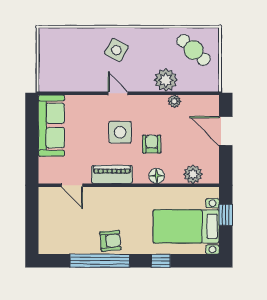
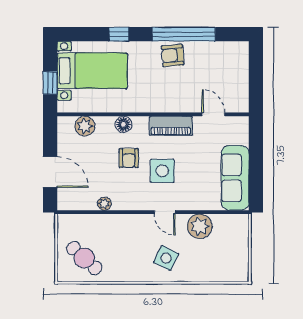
plant: (166, 80) -> (200, 226), moved

